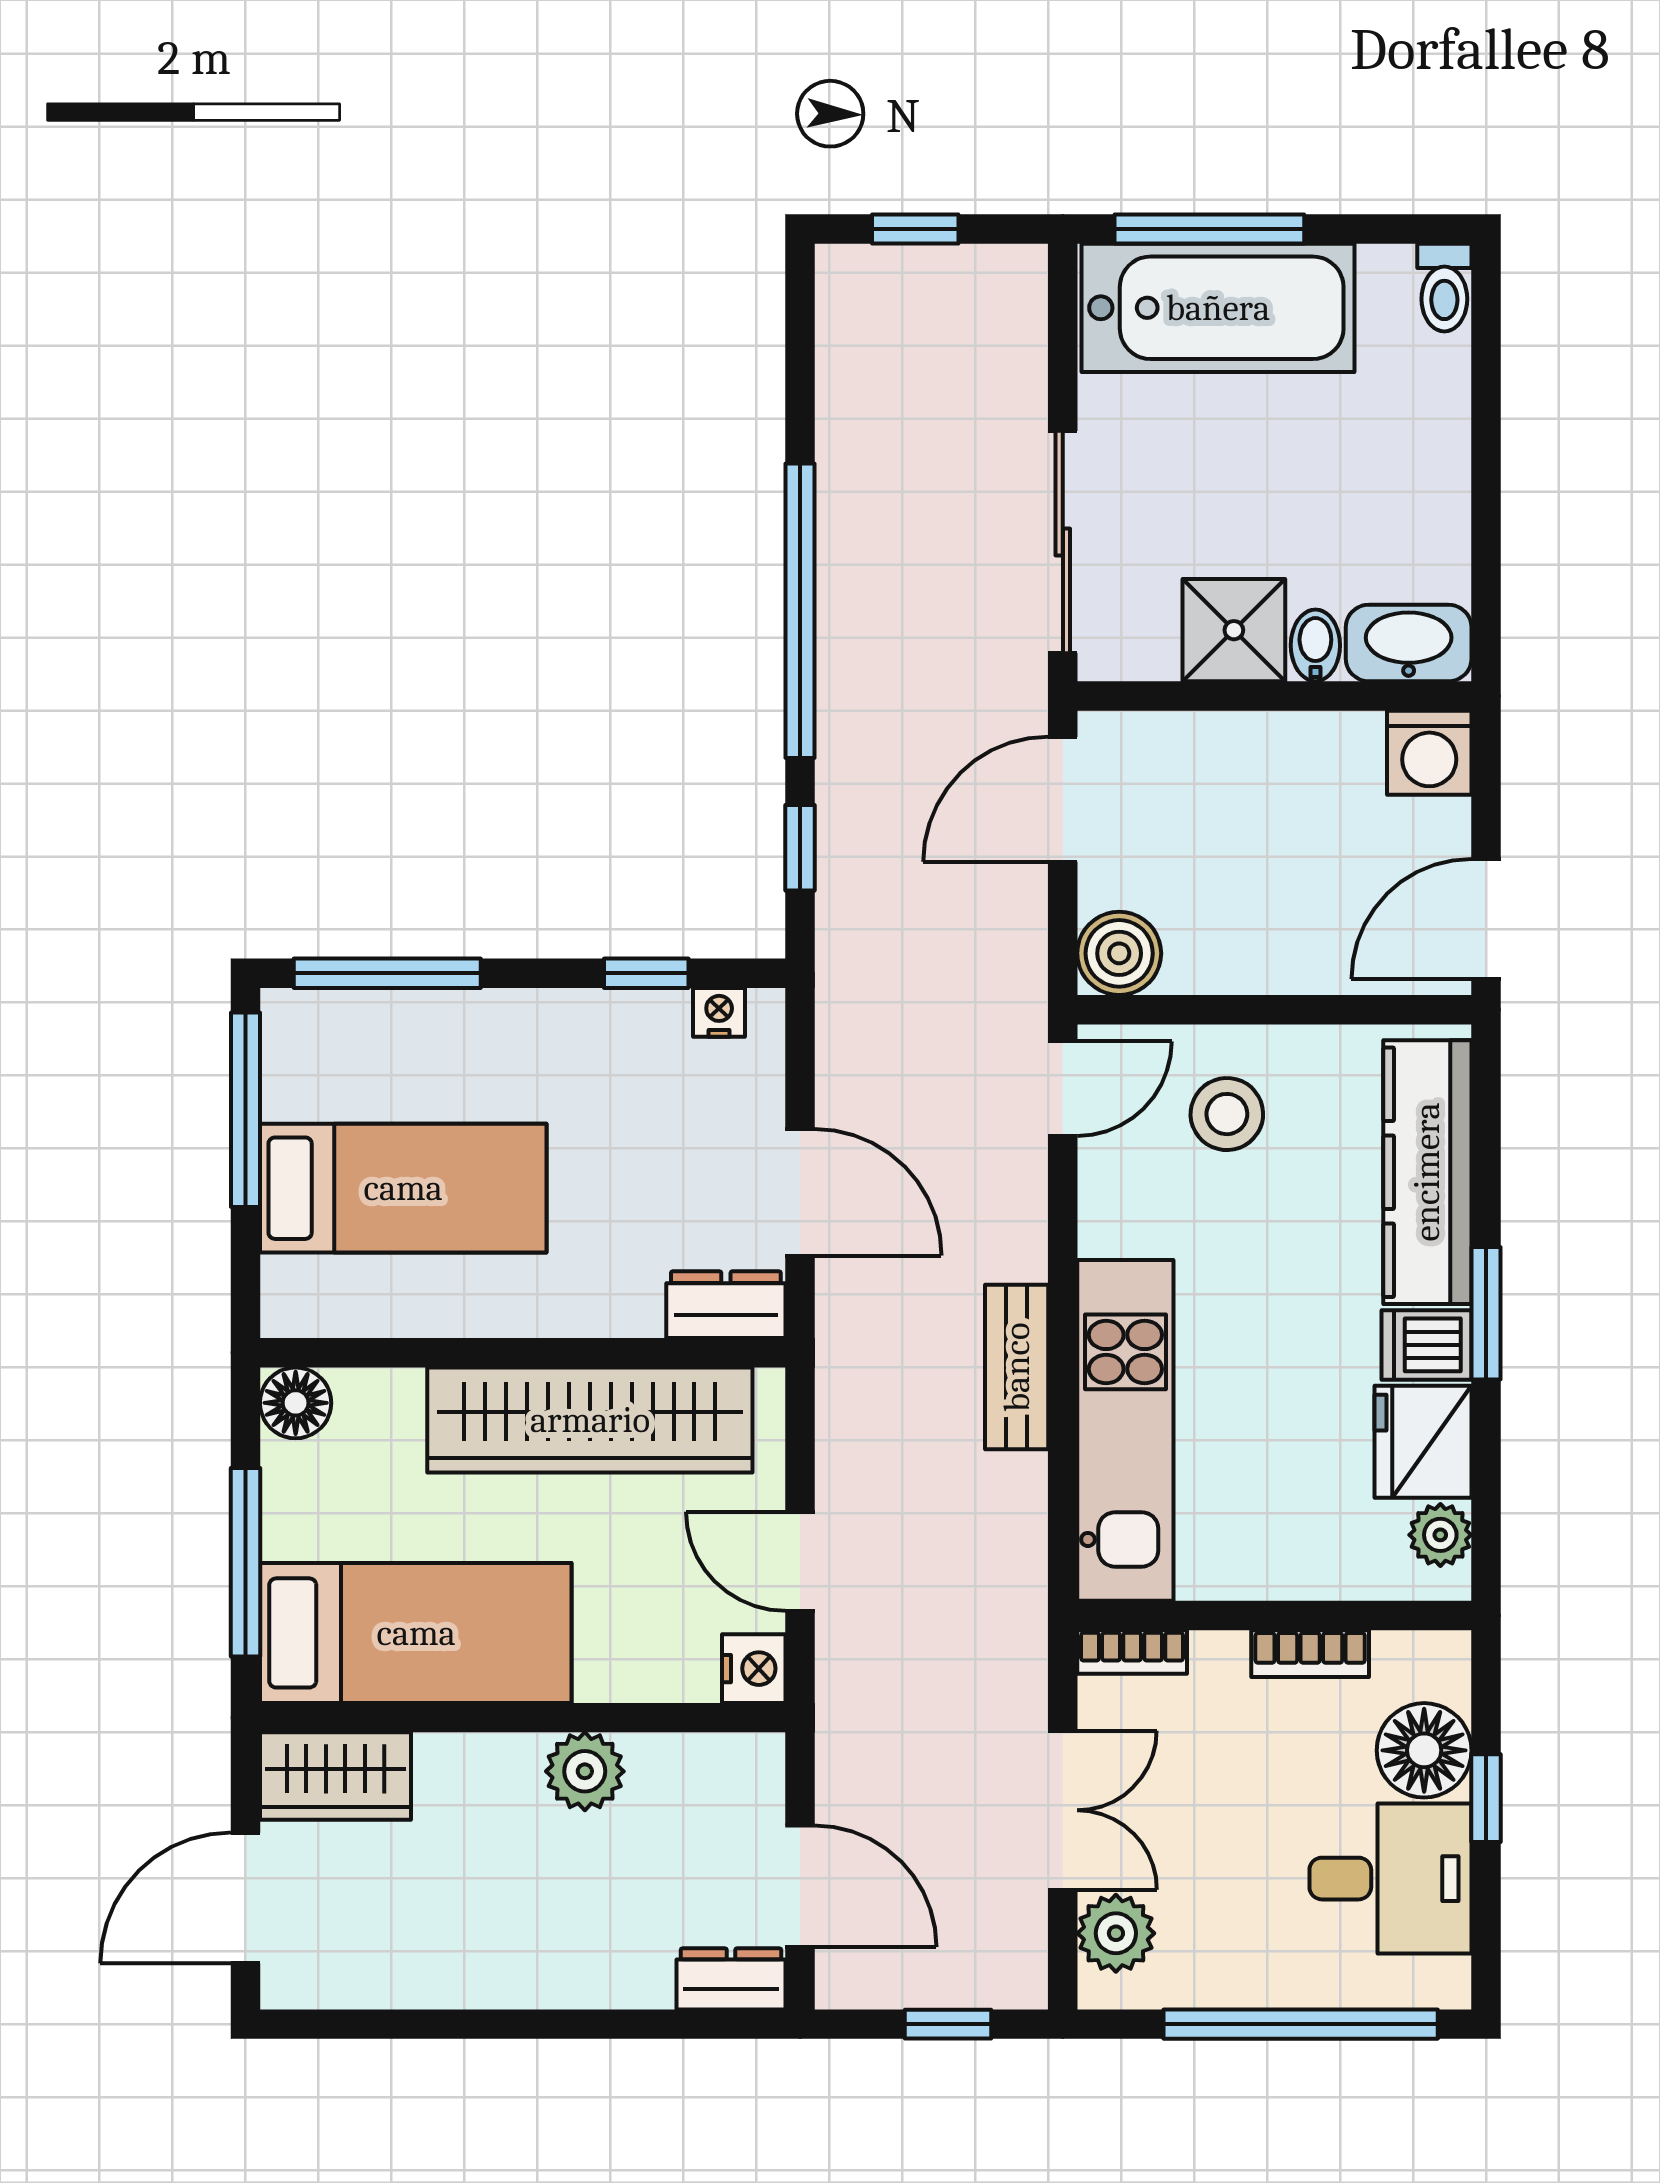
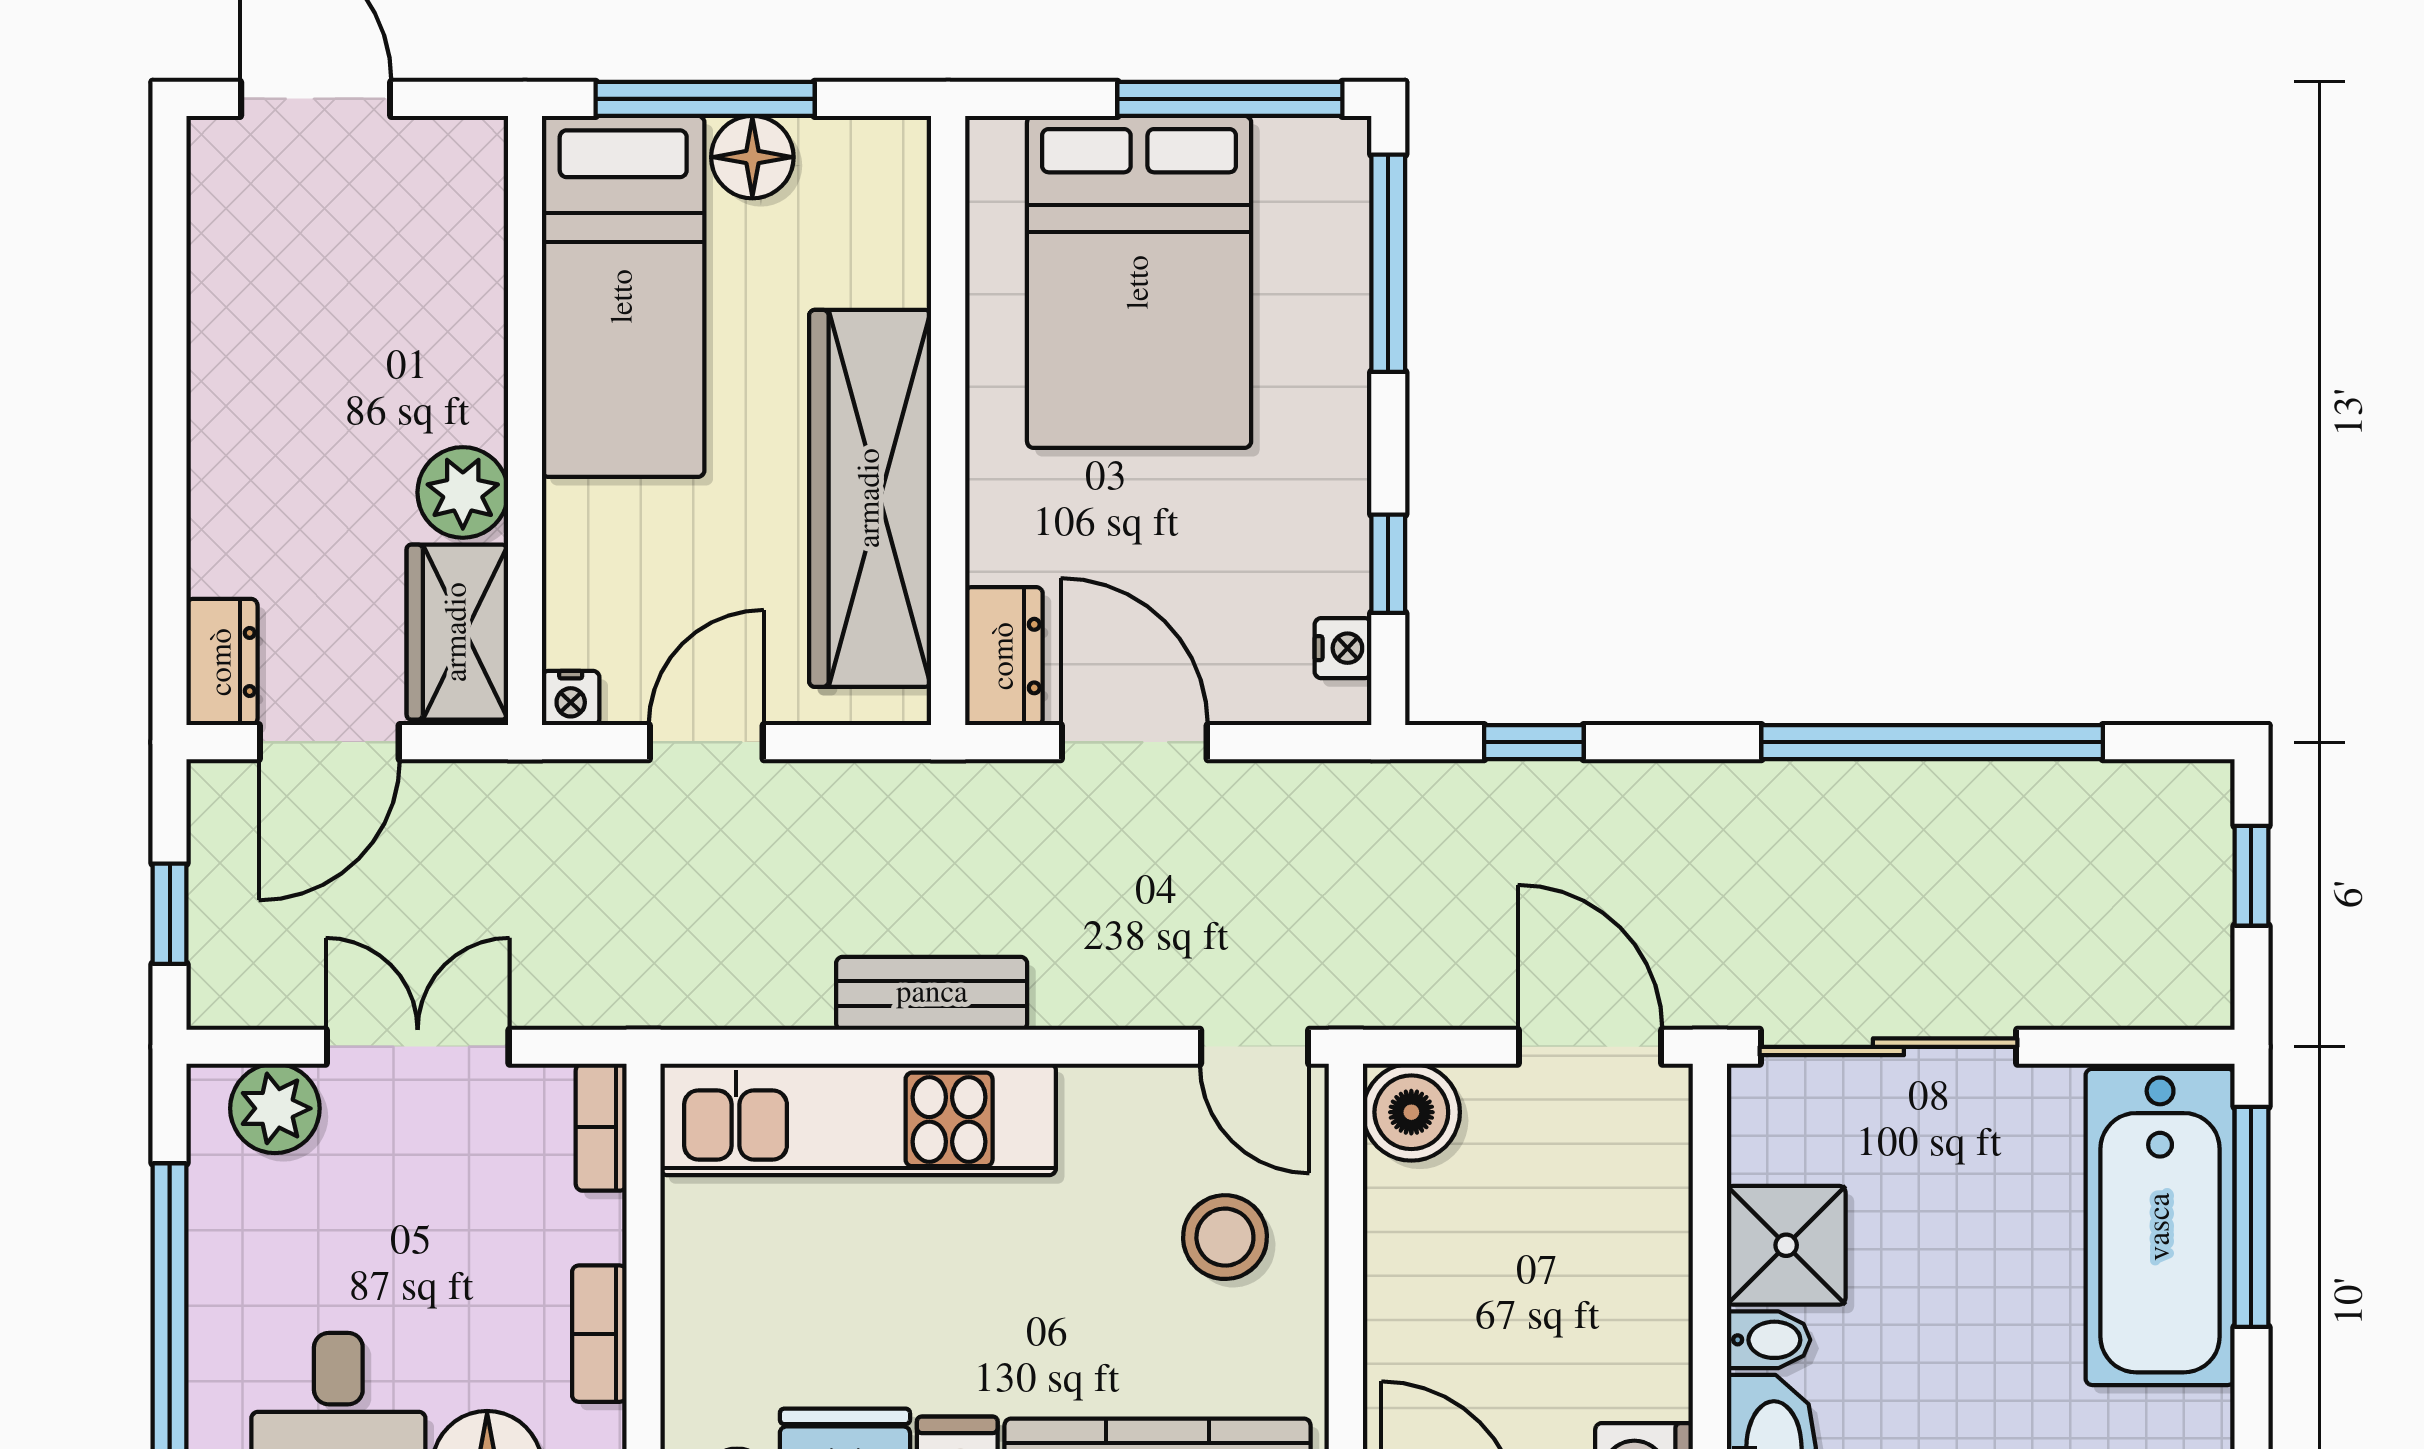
window: (800, 611) -> (1932, 742), moved
bed: (403, 1188) -> (1139, 282), width x1.50
door: (800, 1192) -> (1134, 742), swing flipped
floor lamp: (296, 1403) -> (752, 157), moved
nightstand: (754, 1669) -> (571, 698), width x0.72, depth x0.74
wardrobe: (336, 1776) -> (457, 632), moved
double door: (1063, 1810) -> (418, 1047), swing flipped

